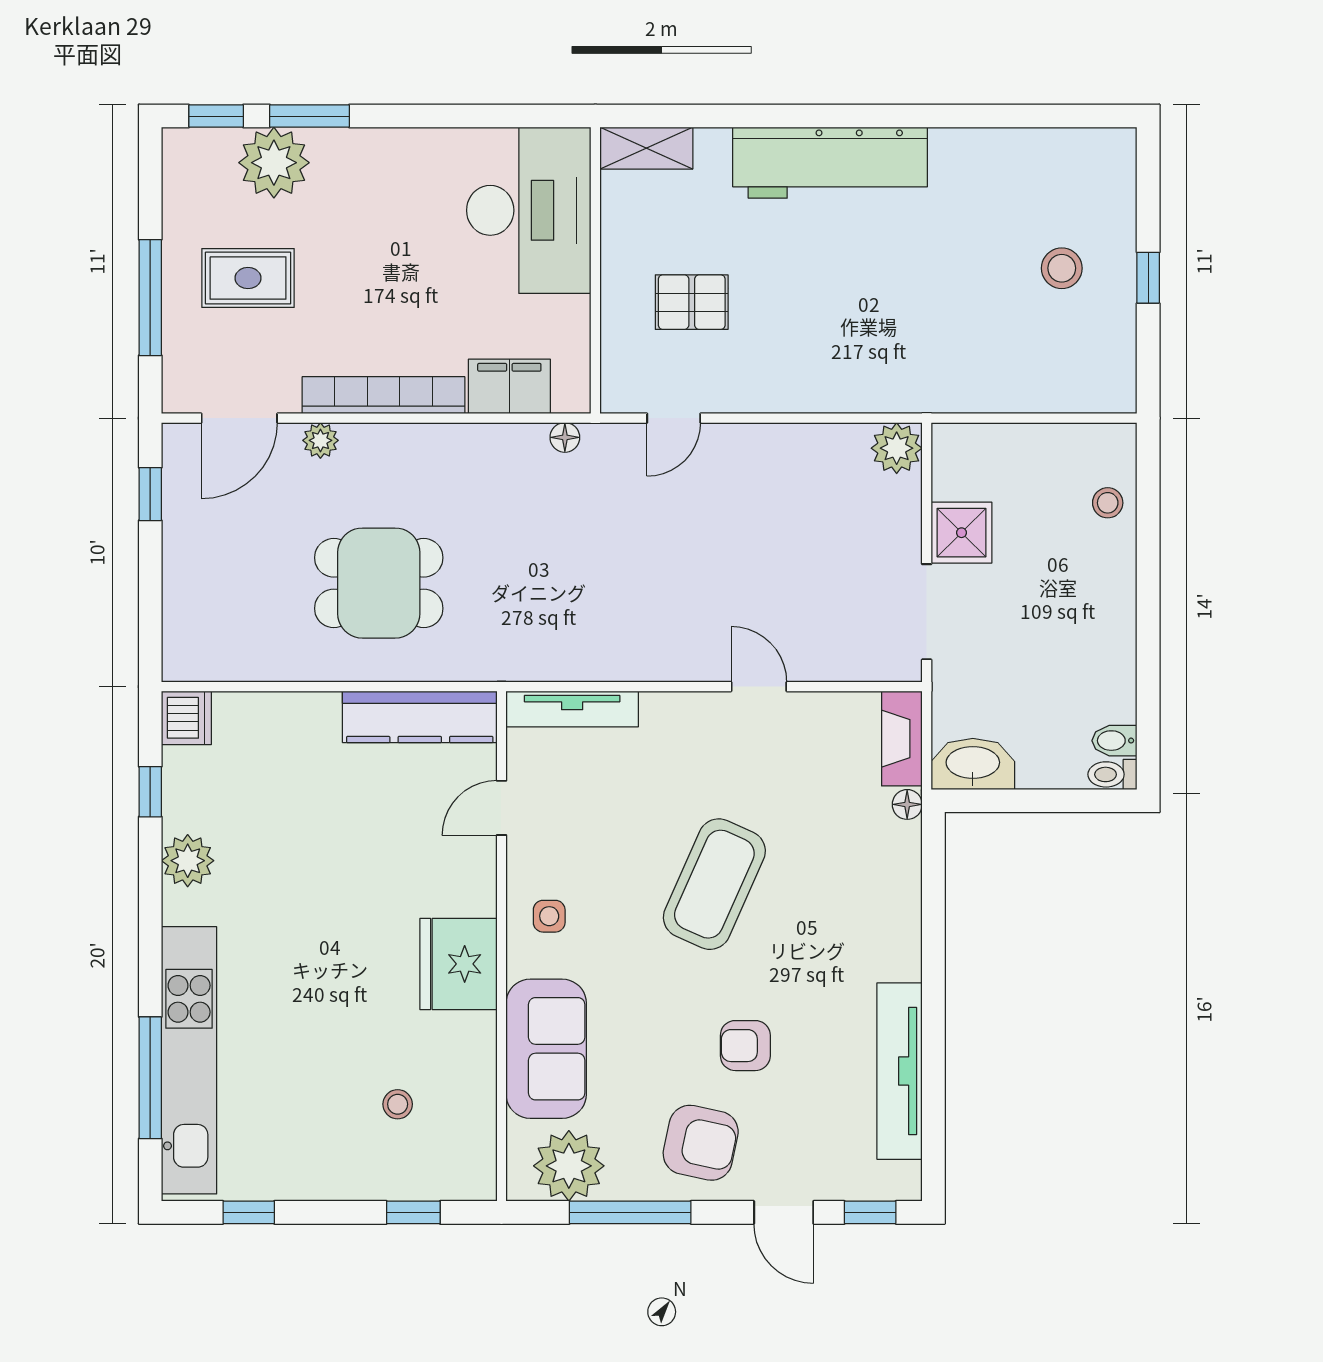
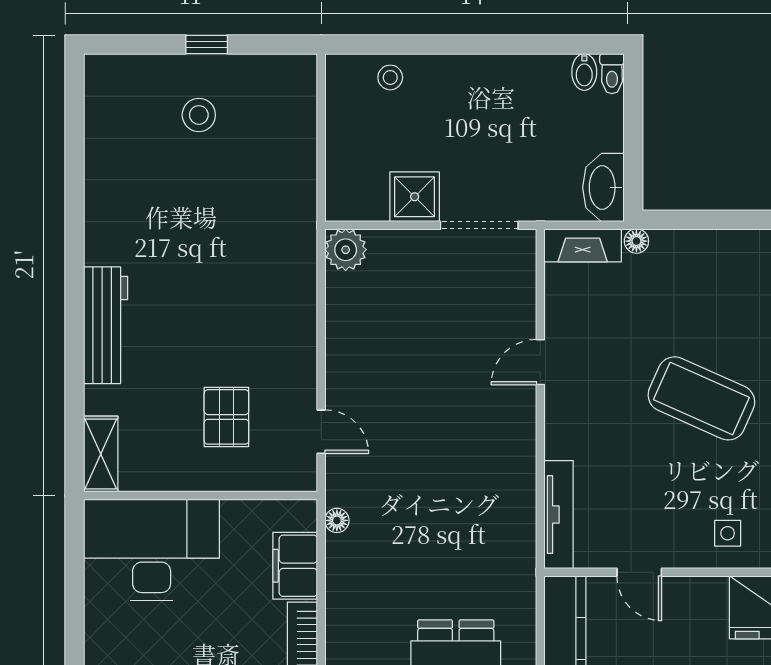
workbench: (830, 163) -> (106, 325), width x0.73, depth x0.76

